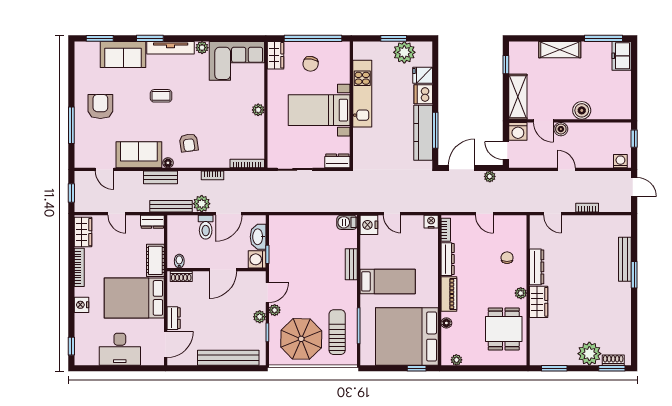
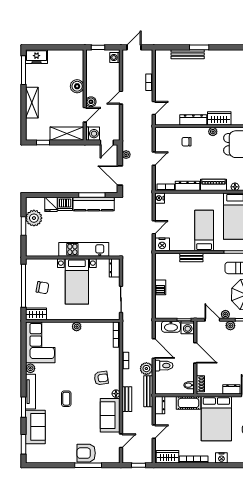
kitchen unit: (362, 94) -> (84, 249), moved
armchair: (100, 106) -> (86, 453), moved
barbecue: (347, 222) -> (160, 287), moved

